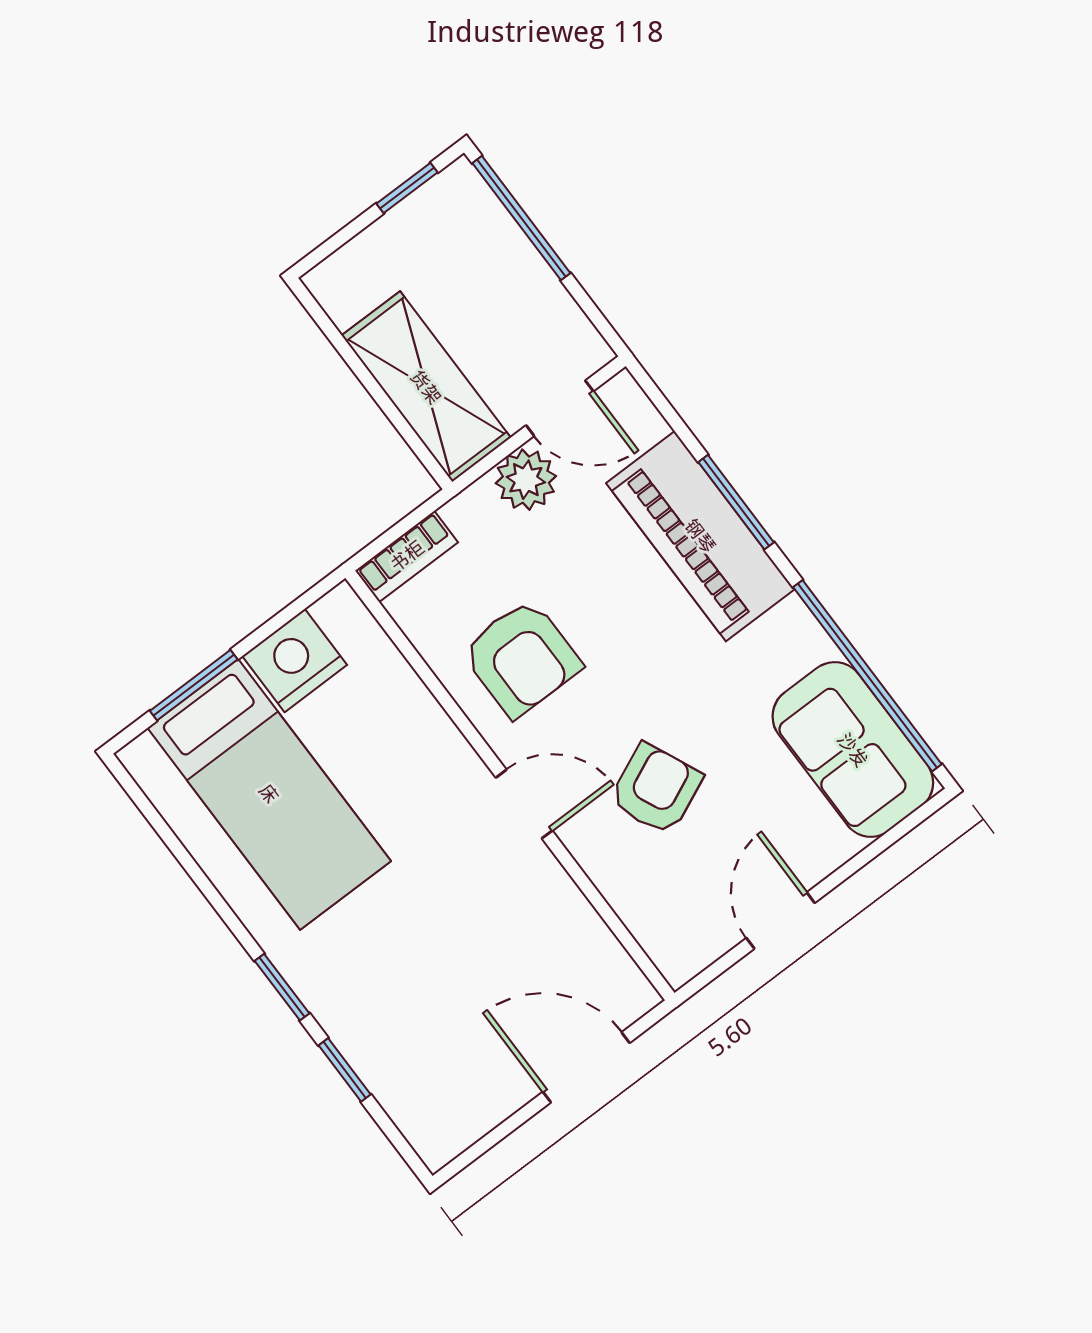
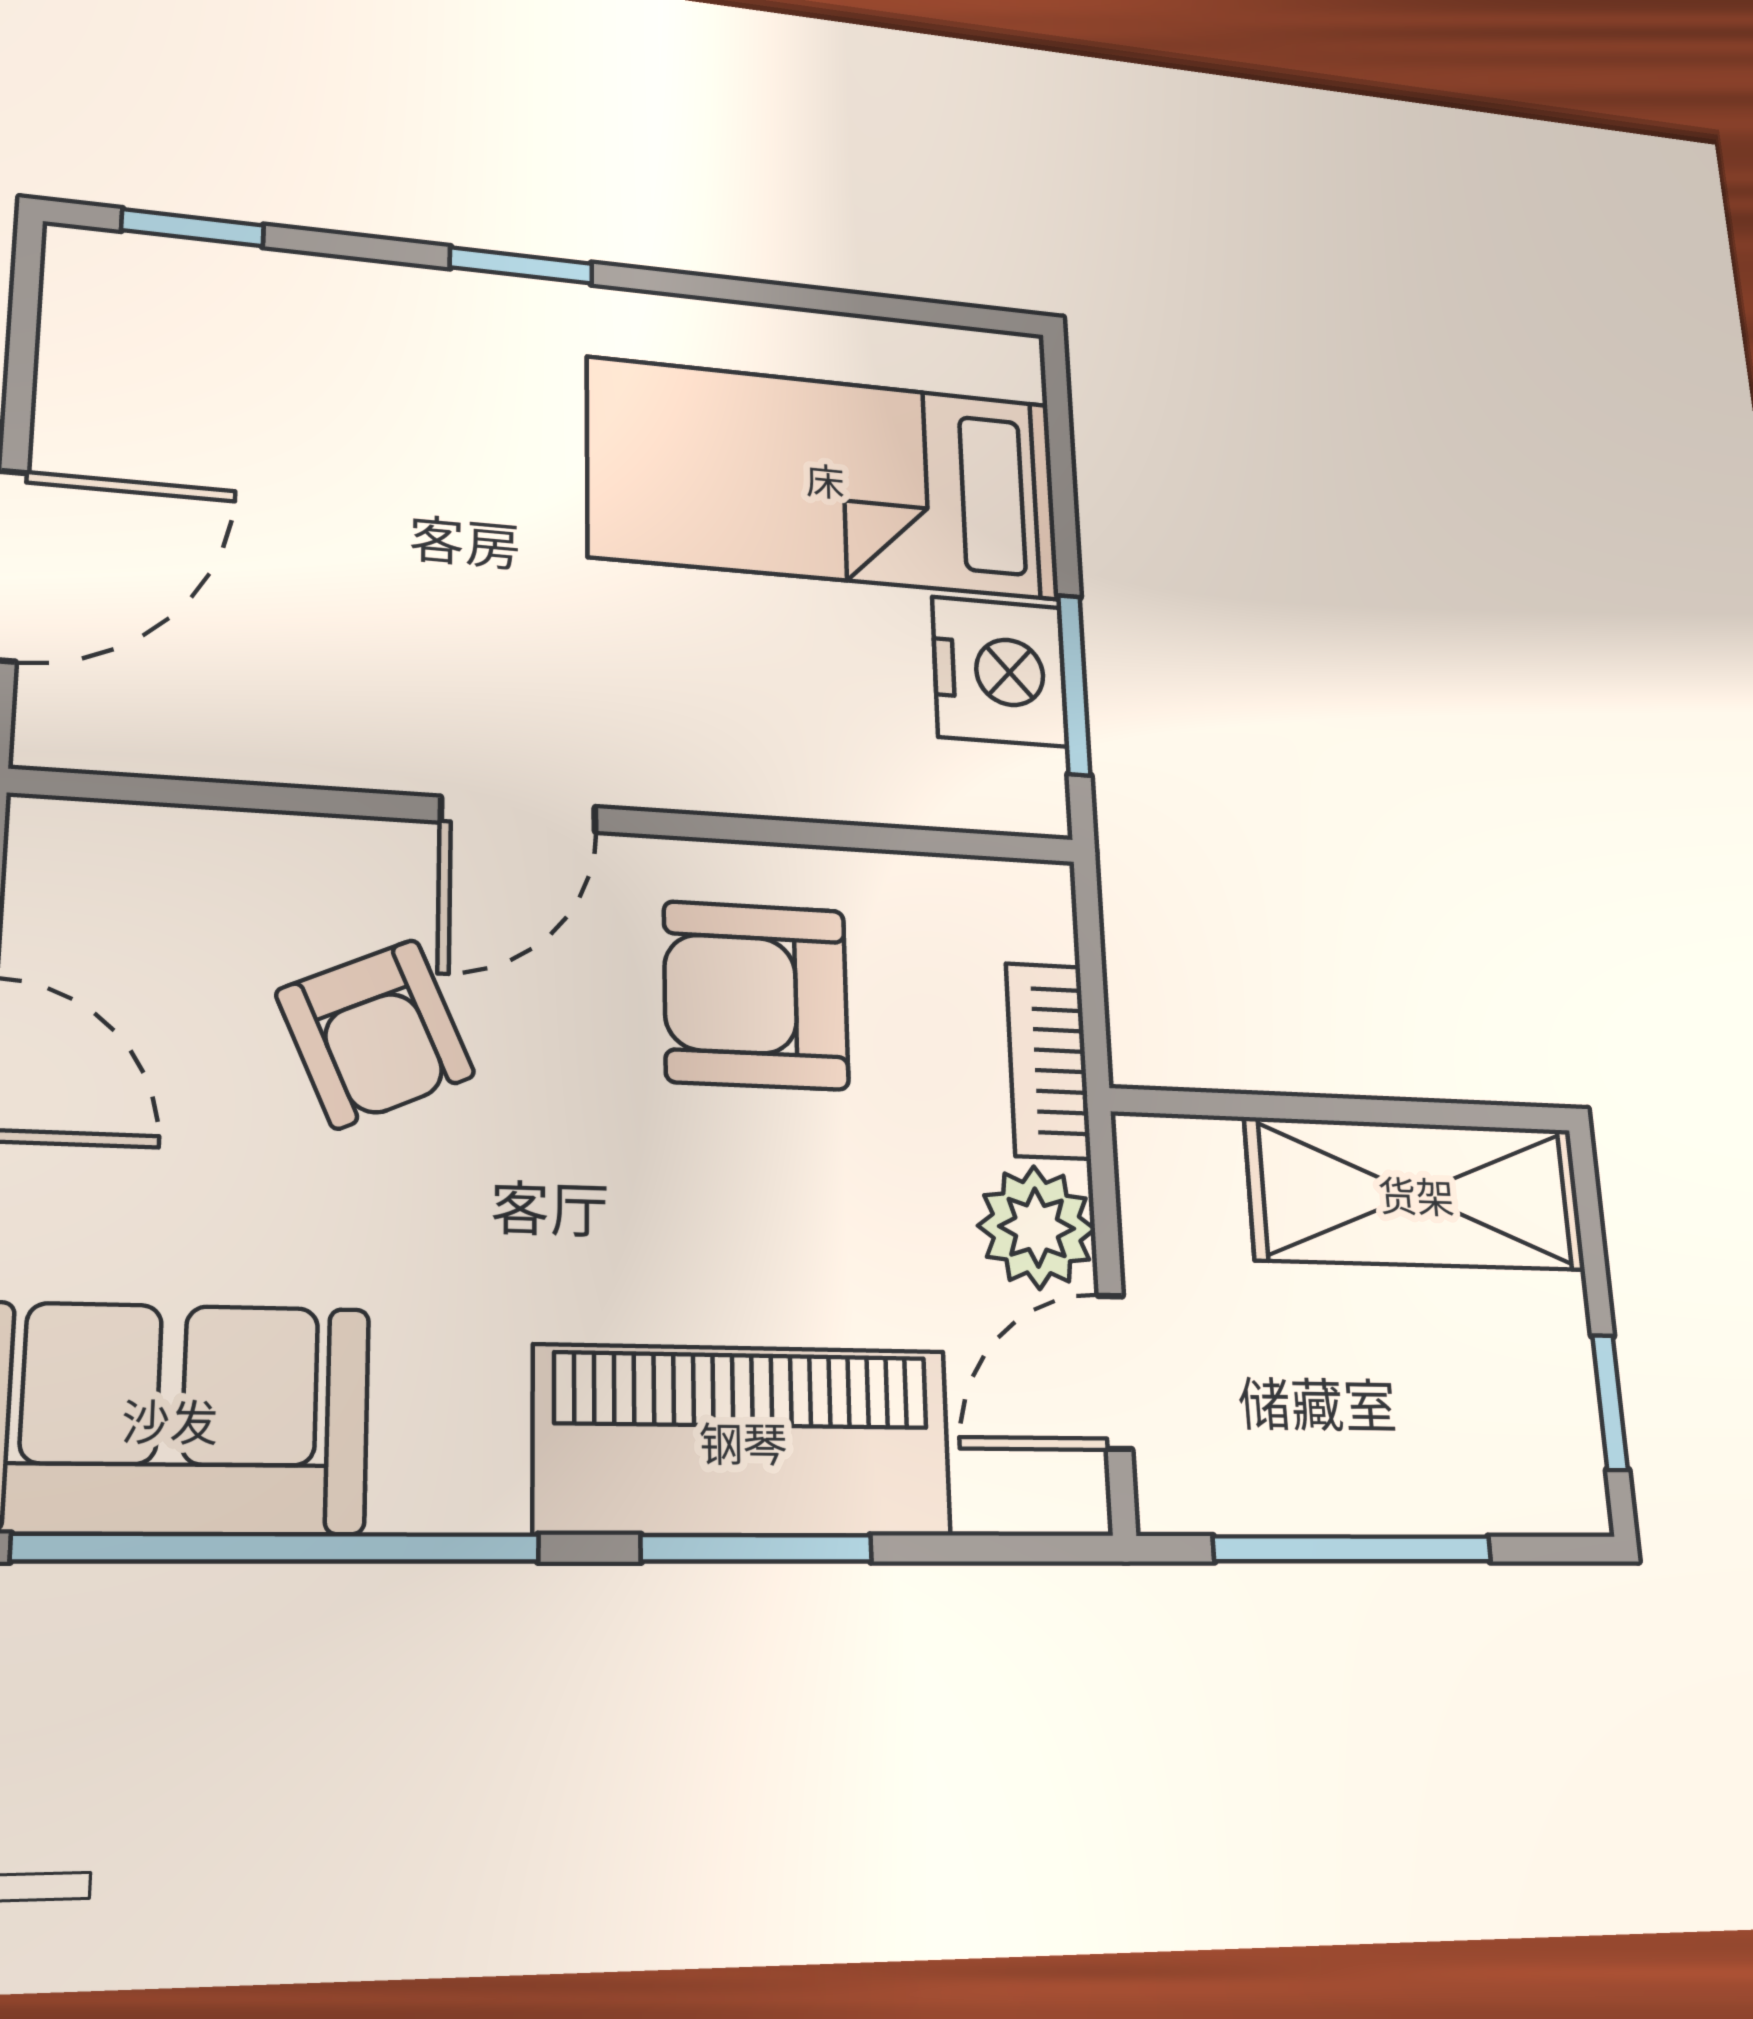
window: (521, 218) -> (1353, 1549), moved
shelving: (426, 387) -> (1416, 1194), moved
bookcase: (407, 556) -> (1048, 1061), moved
window: (194, 685) -> (1074, 685), moved
window: (345, 1070) -> (193, 228), moved

